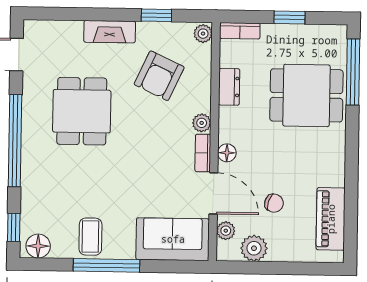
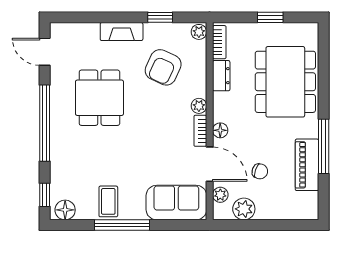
bookcase: (240, 31) -> (219, 42), moved, turned -90
window: (353, 72) -> (324, 146), moved
dining table: (306, 95) -> (285, 82), width x1.38
piano: (331, 219) -> (307, 165), moved

